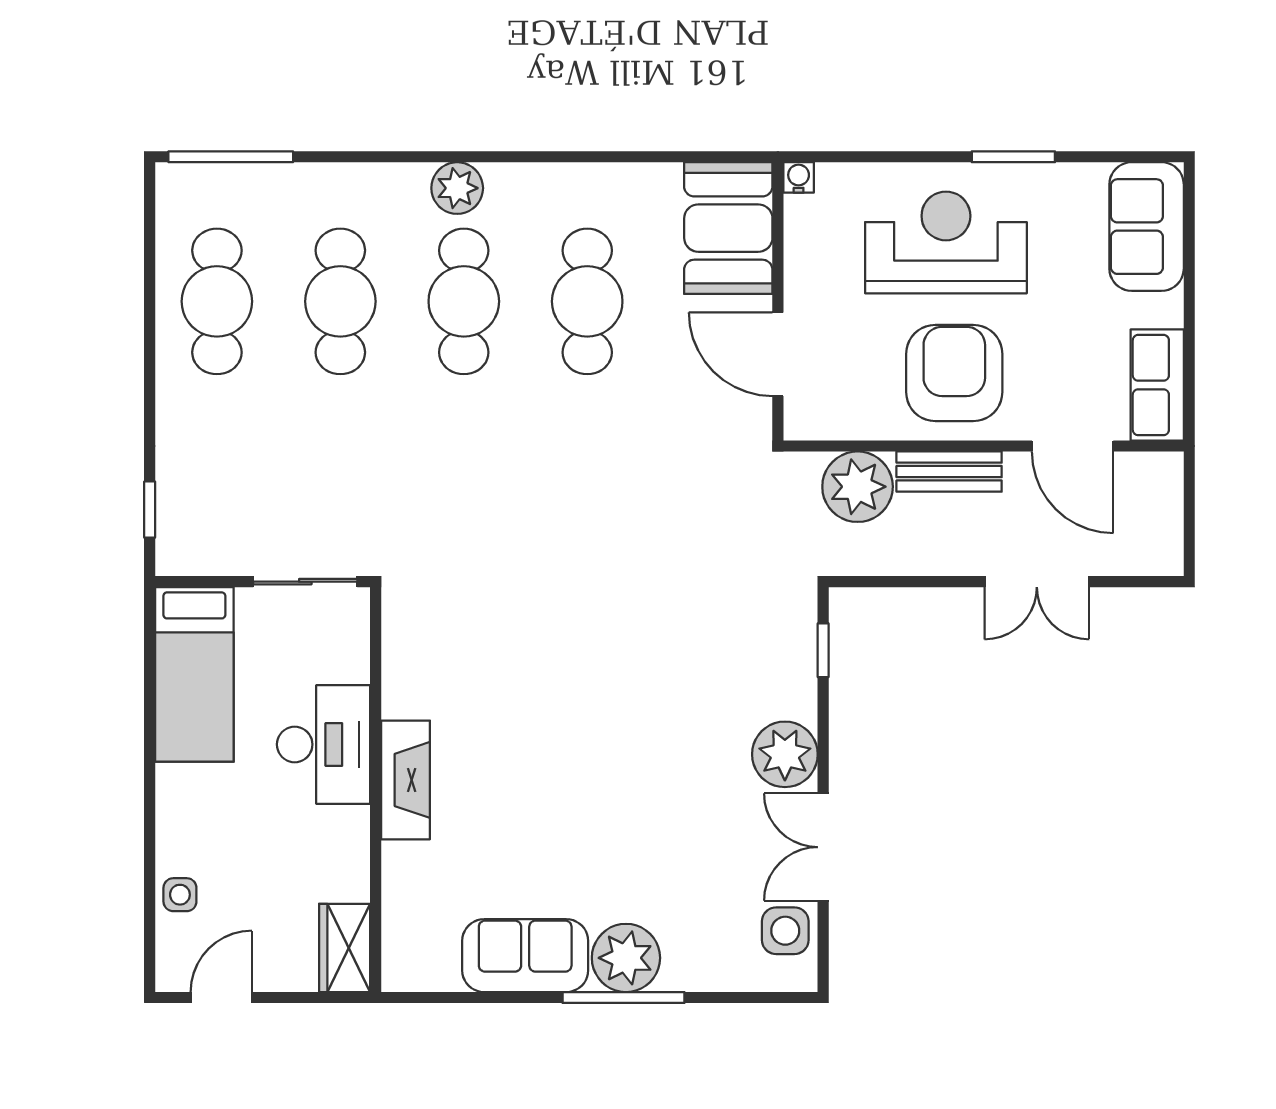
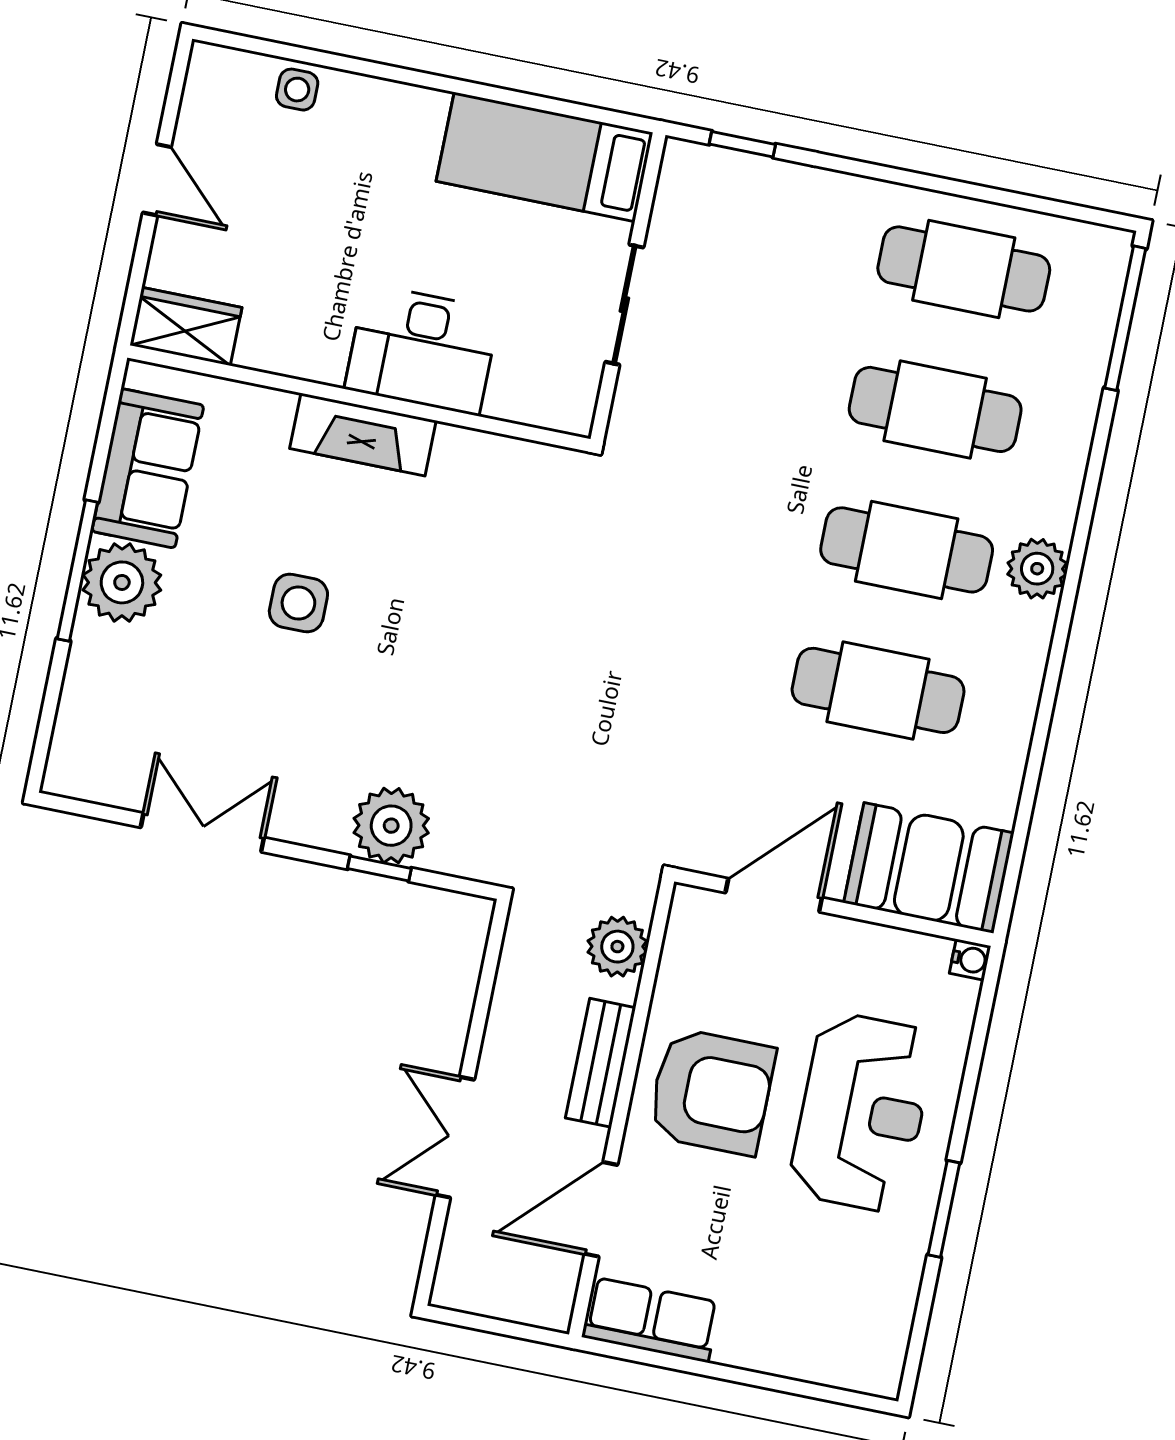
sofa: (1147, 227) -> (834, 1344), removed
plant: (858, 487) -> (617, 947), width x0.73, depth x0.73
window: (823, 650) -> (379, 868), moved
desk: (324, 744) -> (422, 350), moved
plant: (785, 754) -> (391, 826), moved
fireplace: (405, 780) -> (363, 435), moved
wall: (376, 790) -> (359, 398), moved
side table: (785, 931) -> (298, 603), moved
wardrobe: (345, 948) -> (186, 326), moved
door: (221, 997) -> (157, 180), moved

